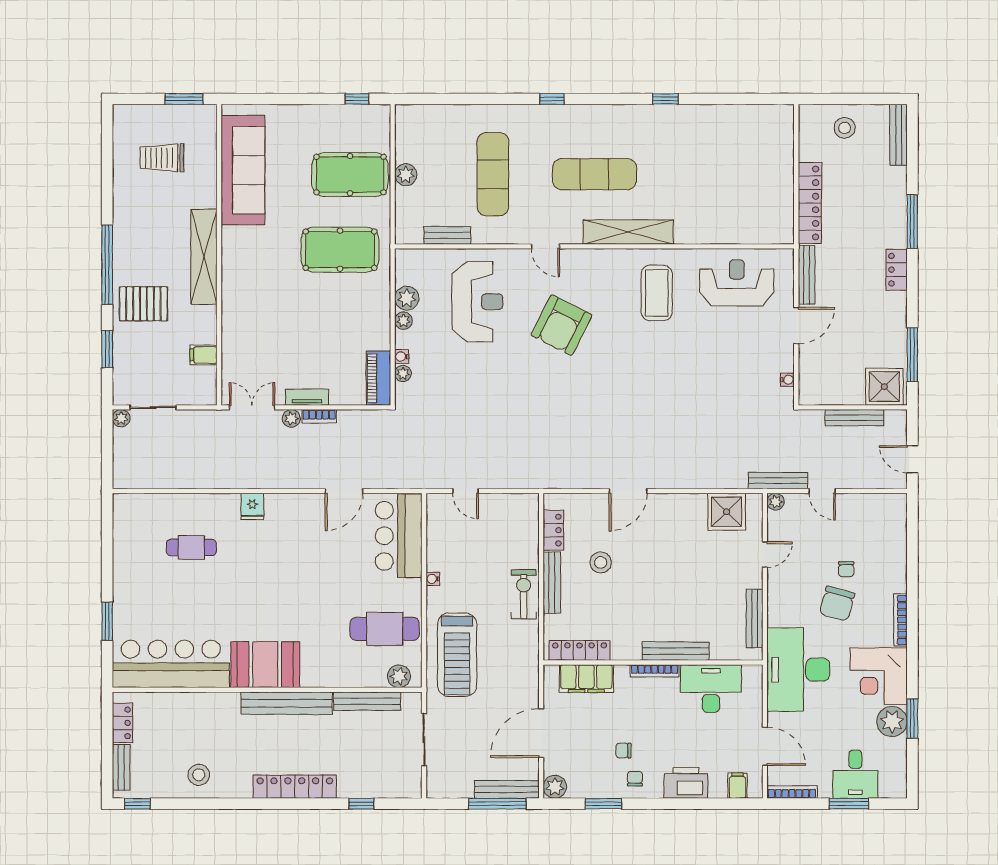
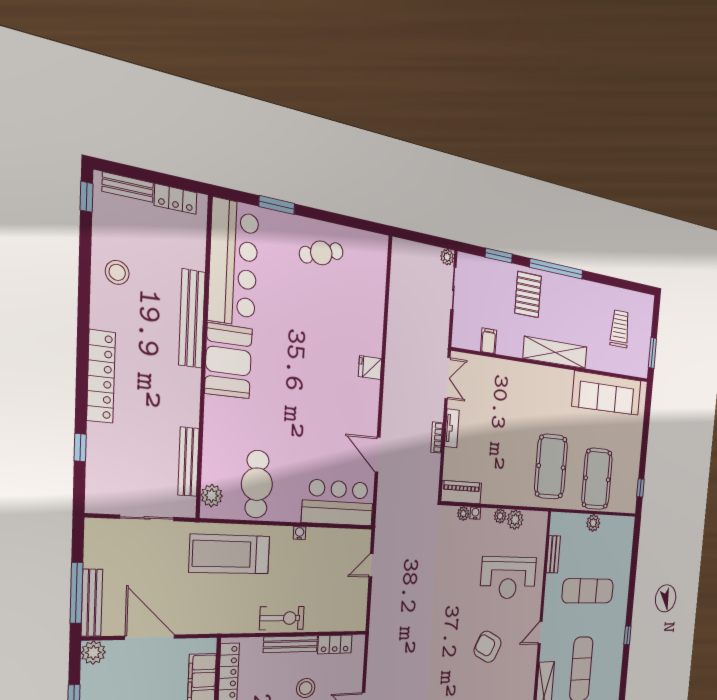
armchair: (561, 325) -> (488, 647), width x0.73, depth x0.73
plant: (291, 418) -> (437, 413), removed
cafe table: (191, 547) -> (321, 253), moved, turned 74
bench: (287, 703) -> (192, 319), moved

